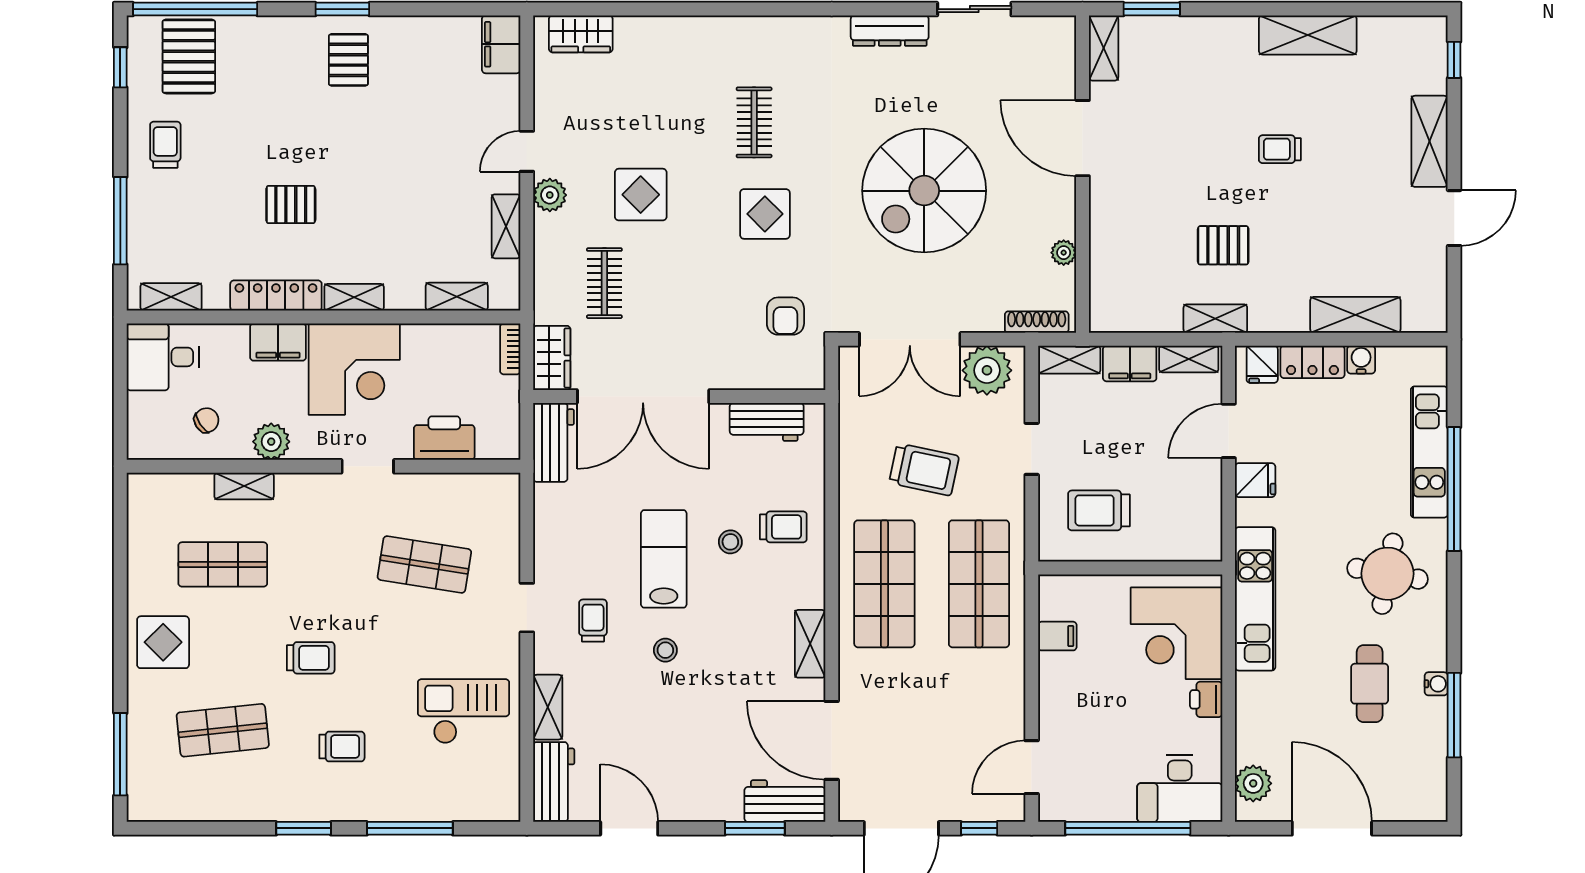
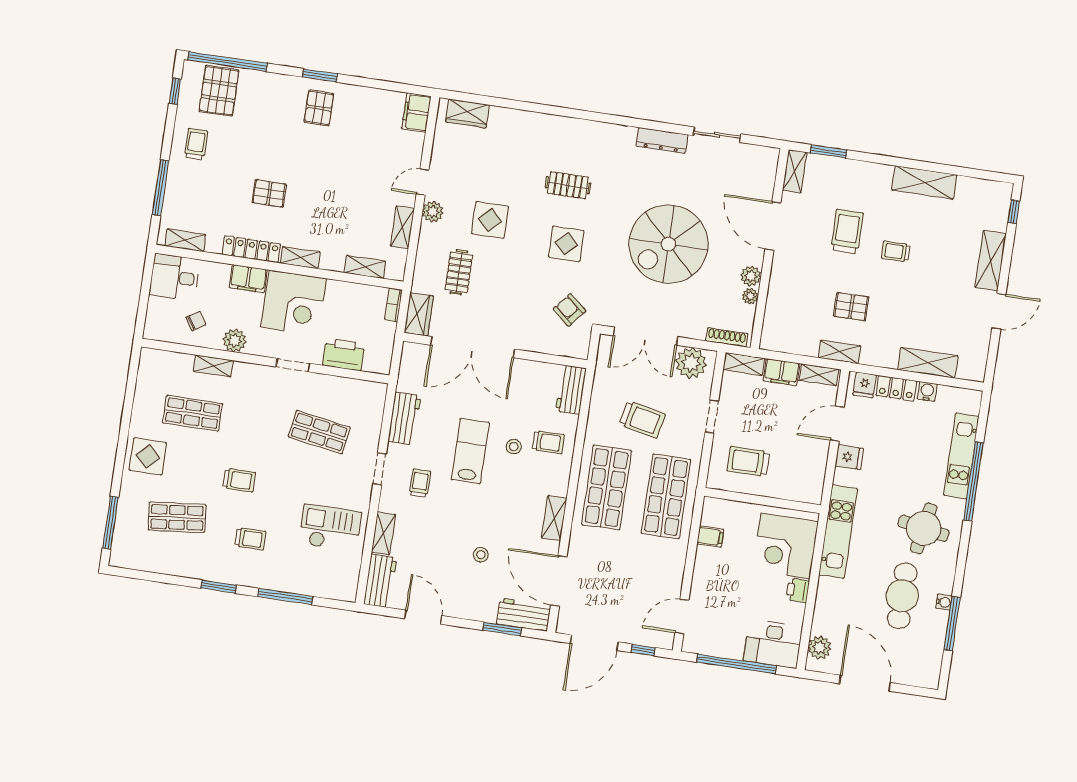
clothes rail: (754, 122) -> (568, 185), turned 90
trolley: (1199, 129) -> (847, 232), added
plant: (1060, 221) -> (751, 276), added
armchair: (785, 316) -> (570, 310), turned 130
workbench: (767, 422) -> (571, 390), moved, turned 90
workbench: (554, 442) -> (404, 418), moved
stool: (665, 650) -> (481, 555), moved
cafe table: (1370, 684) -> (902, 596), width x1.37, depth x1.35

